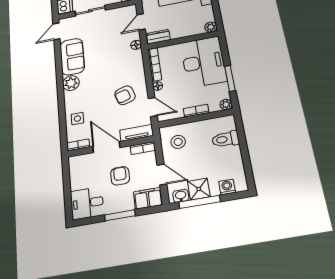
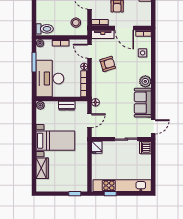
dresser: (158, 37) -> (67, 106), moved
toilet: (226, 139) -> (45, 29), moved

